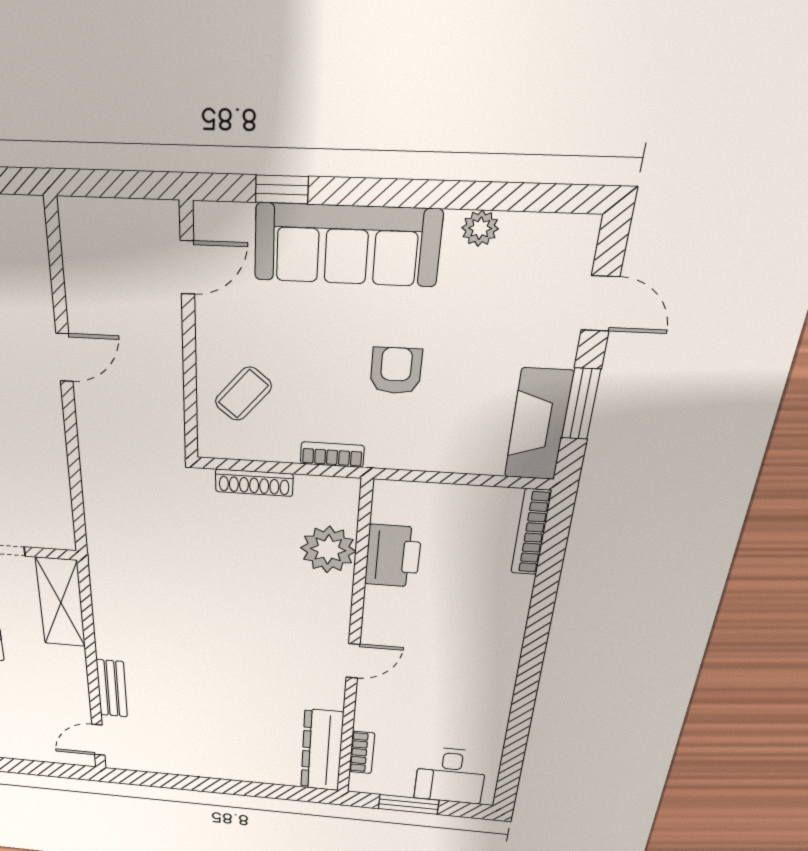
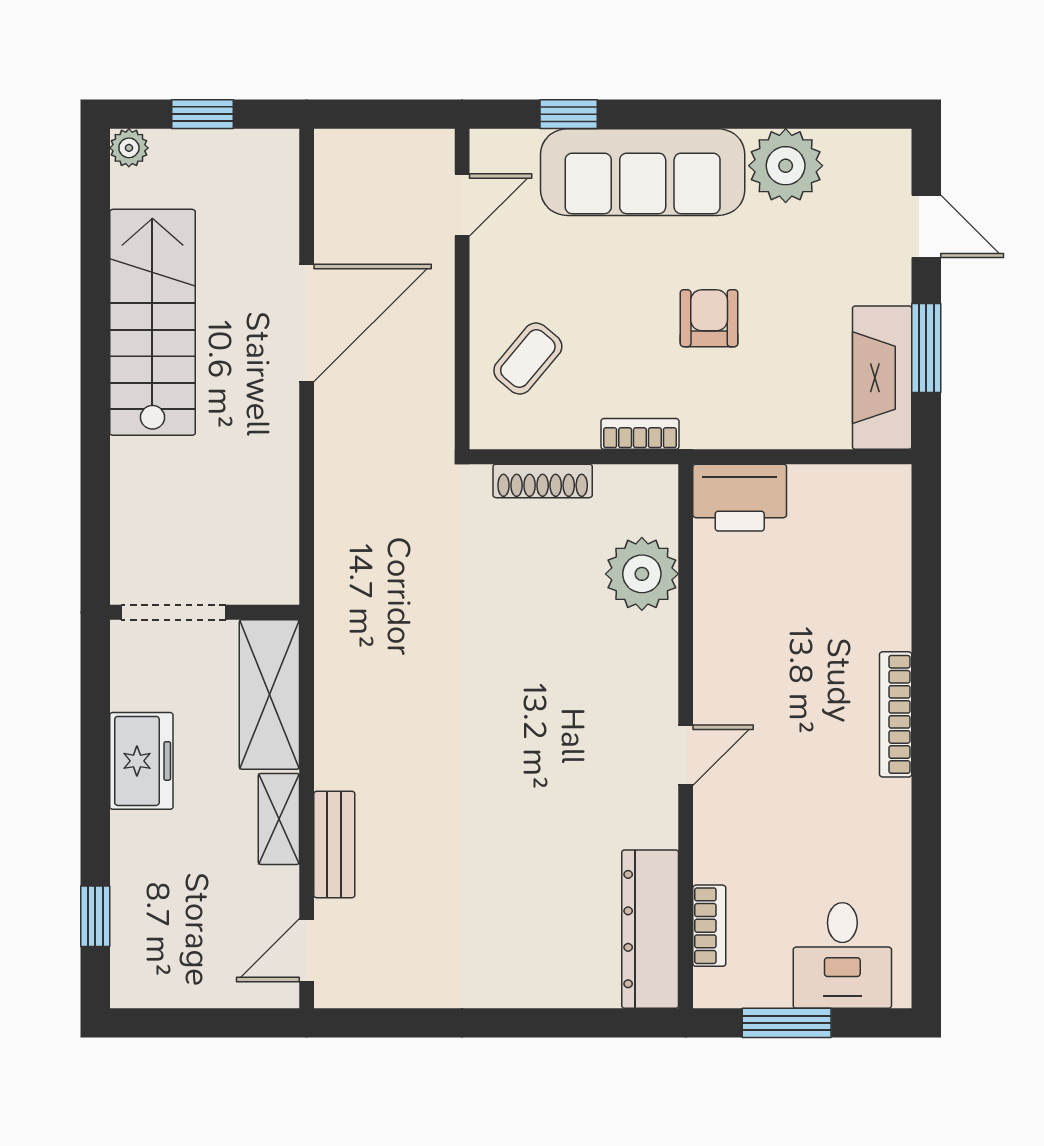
plant: (480, 228) -> (786, 166), width x1.87, depth x1.87
door: (64, 357) -> (307, 323), width x1.88
bookcase: (531, 532) -> (896, 714), moved
printer: (393, 556) -> (740, 498), moved, turned 90
shelving: (74, 672) -> (279, 819), added

